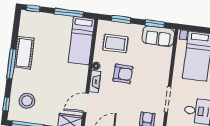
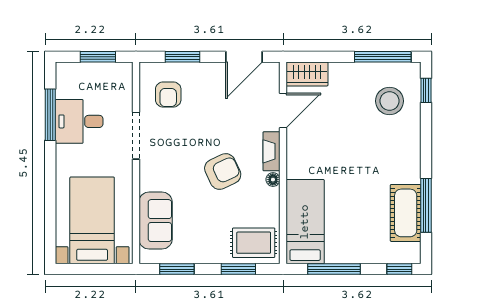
sofa: (158, 36) -> (156, 221), moved, turned 90
rug: (115, 44) -> (254, 243), moved
cot: (24, 53) -> (406, 213), moved
window: (11, 64) -> (426, 205), moved
armchair: (123, 74) -> (223, 172), turned 153

